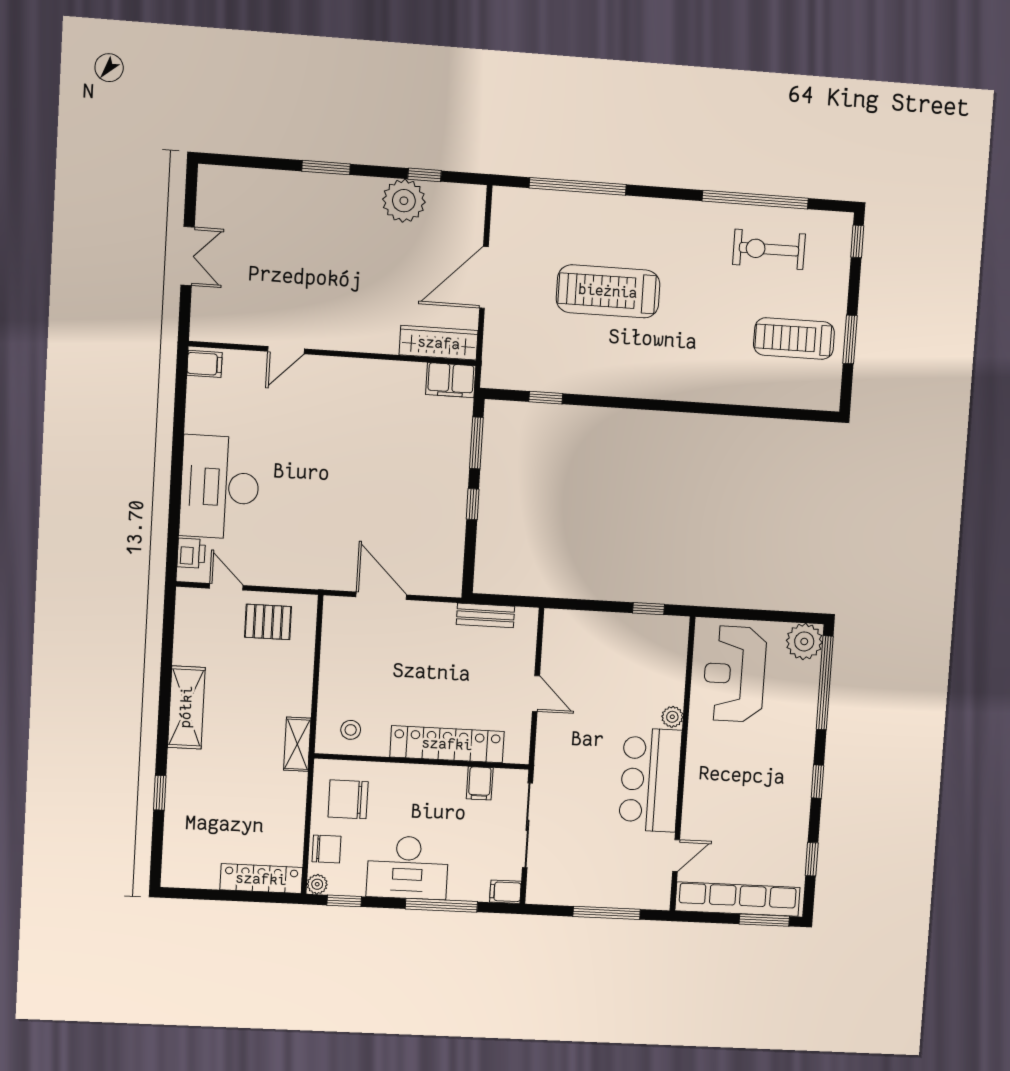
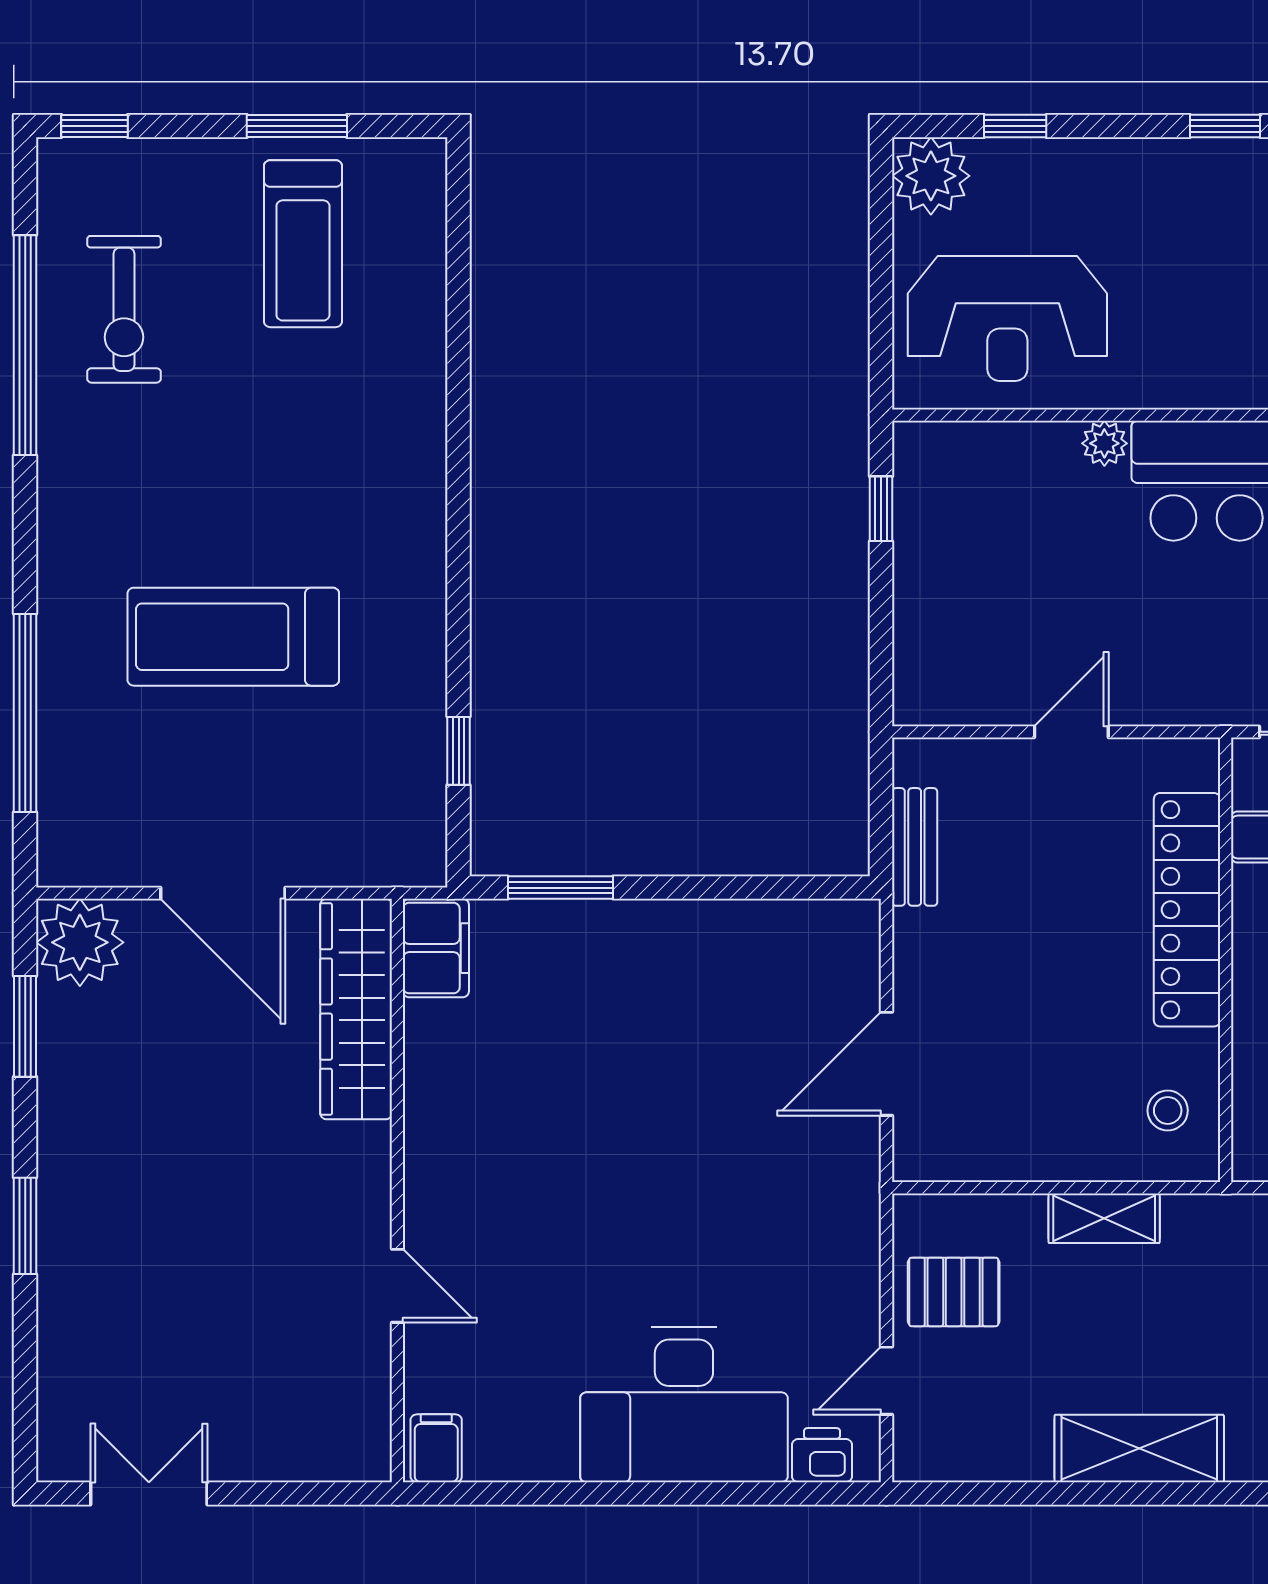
window: (425, 175) -> (25, 1026), width x1.50
plant: (404, 201) -> (80, 942), moved
double door: (188, 256) -> (149, 1493), moved
treadmill: (608, 291) -> (233, 637), turned 90
wardrobe: (439, 343) -> (356, 1009), width x1.40, depth x1.17
window: (473, 504) -> (687, 888), removed
pallet: (268, 622) -> (954, 1292), turned 90
window: (825, 683) -> (1015, 126), width x0.32
shelving: (297, 744) -> (1104, 1218), moved

